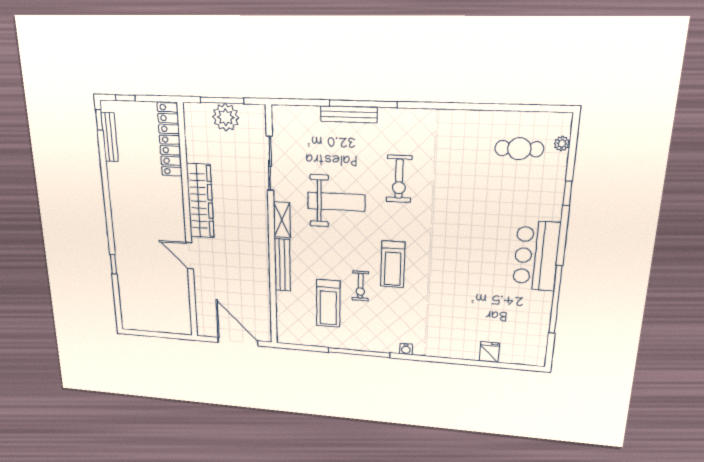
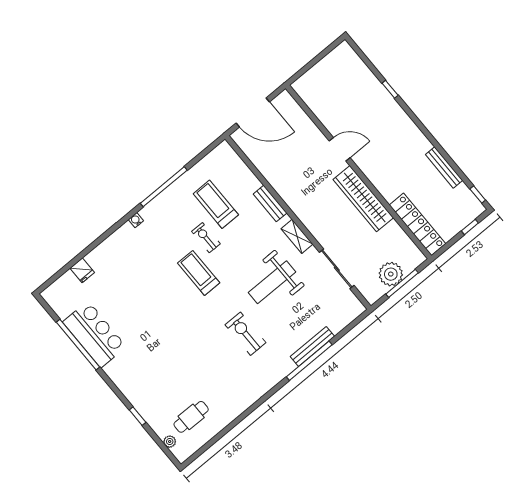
bench: (110, 137) -> (444, 167), moved
bar counter: (536, 256) -> (94, 334), moved
bench: (282, 265) -> (270, 203), width x0.73

